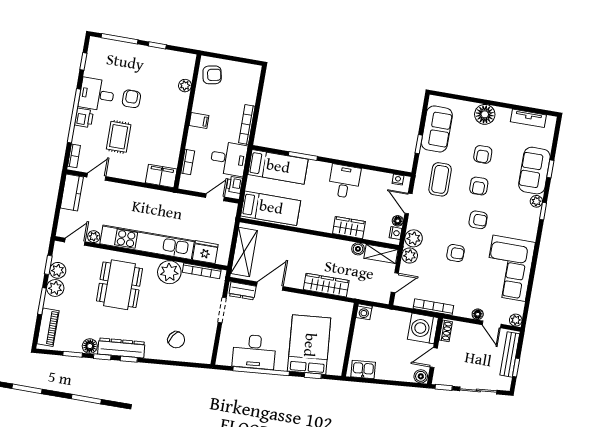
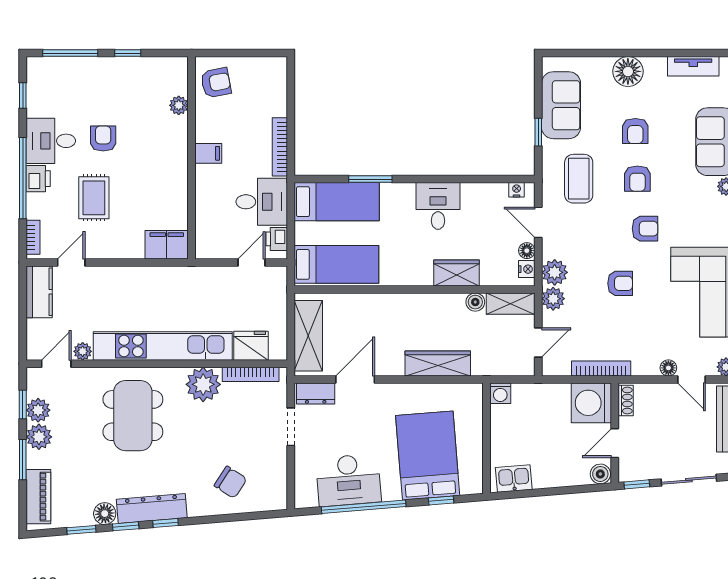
bookcase: (188, 162) -> (202, 217), removed

